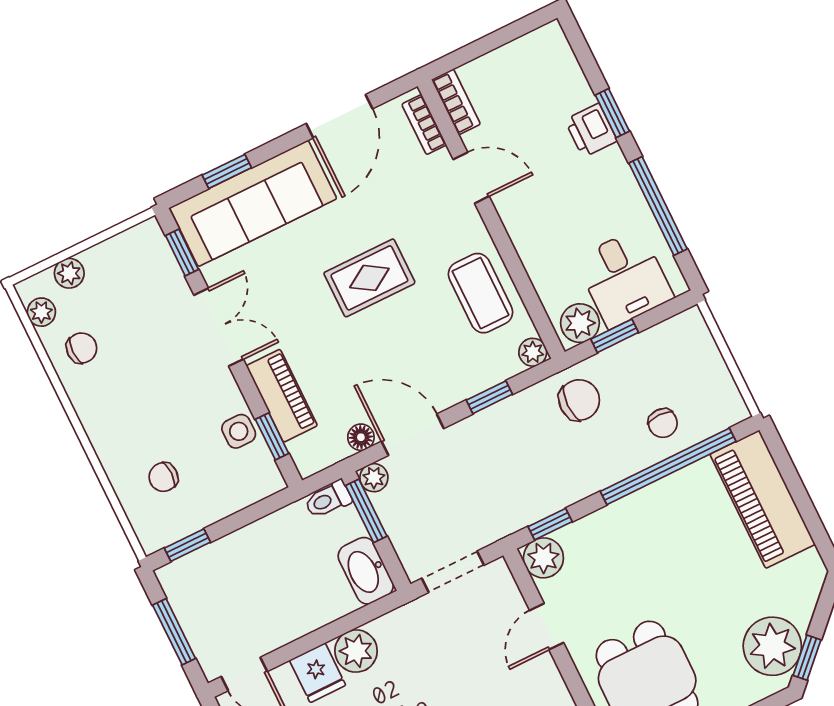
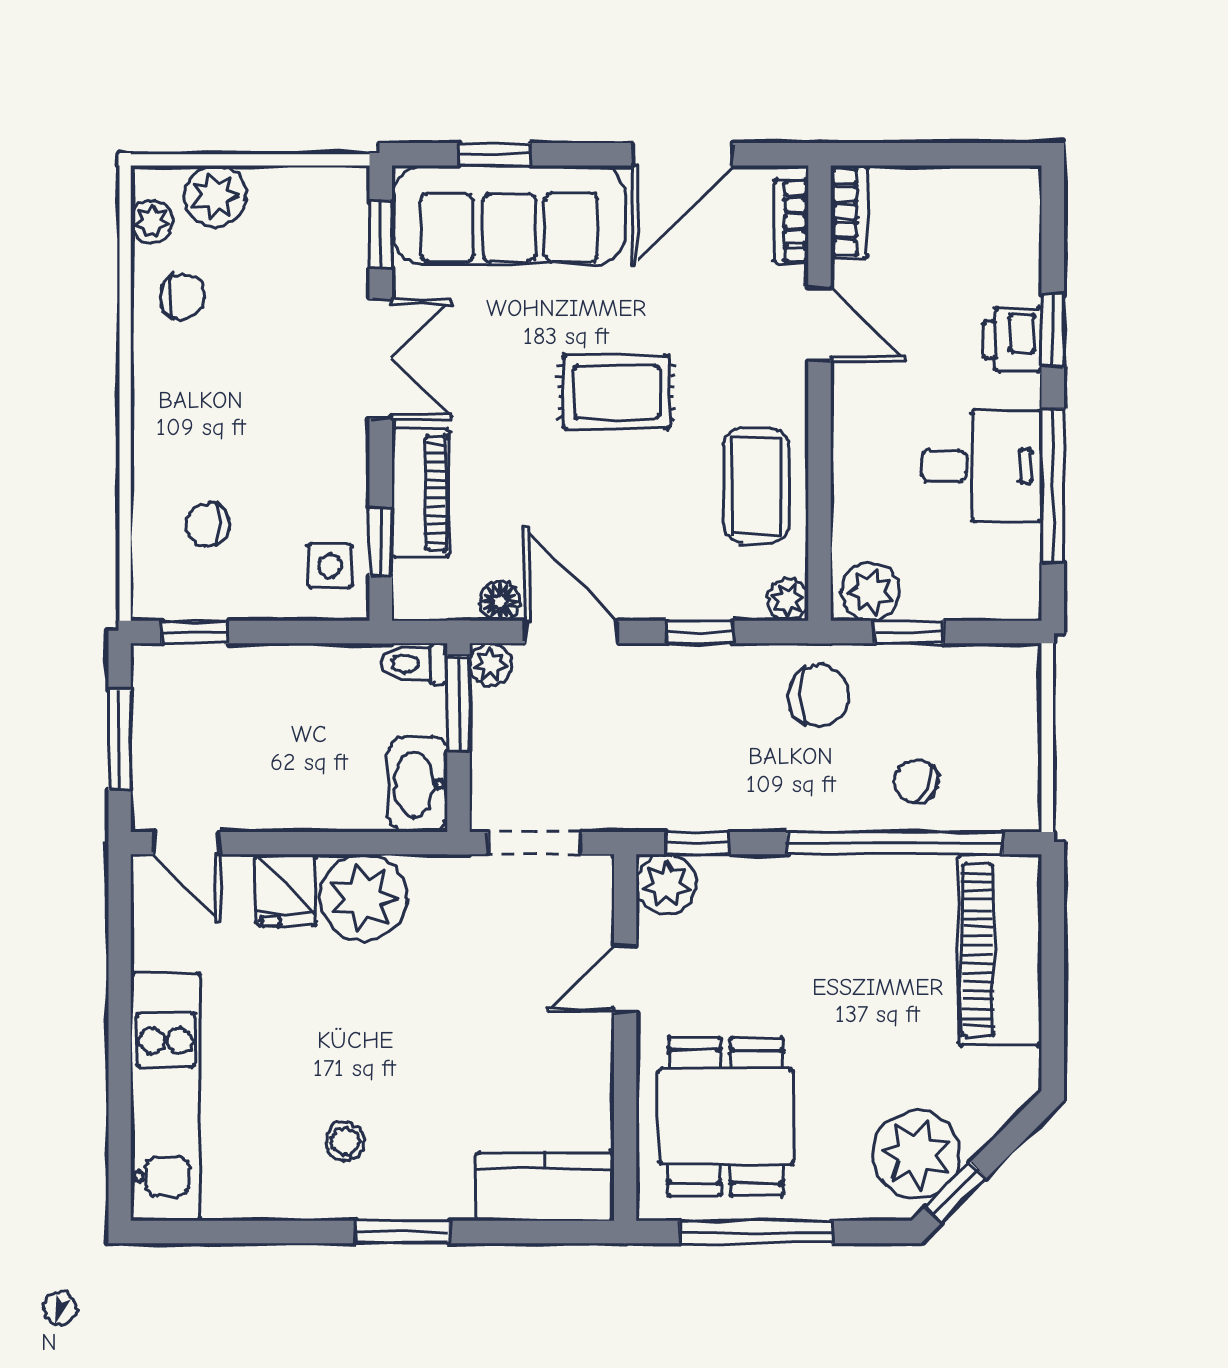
plant: (69, 273) -> (215, 196), width x1.38, depth x1.38
desk: (624, 278) -> (981, 466), moved, turned -90
chair: (663, 423) -> (916, 781), turned 115
side table: (239, 431) -> (330, 566), moved
plant: (356, 651) -> (364, 898), width x1.36, depth x1.36

